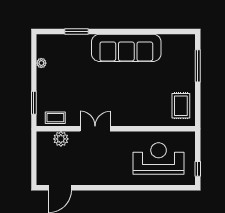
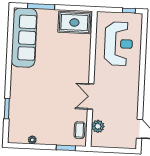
sofa: (126, 48) -> (24, 38), moved
rug: (181, 106) -> (74, 22), width x1.36, depth x1.43
reception desk: (159, 159) -> (119, 44), turned 180

